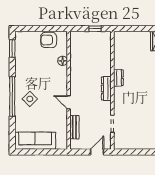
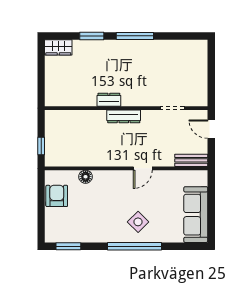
window: (95, 29) -> (41, 146), moved
armchair: (49, 40) -> (57, 196), turned 180
bench: (74, 127) -> (191, 160), moved

